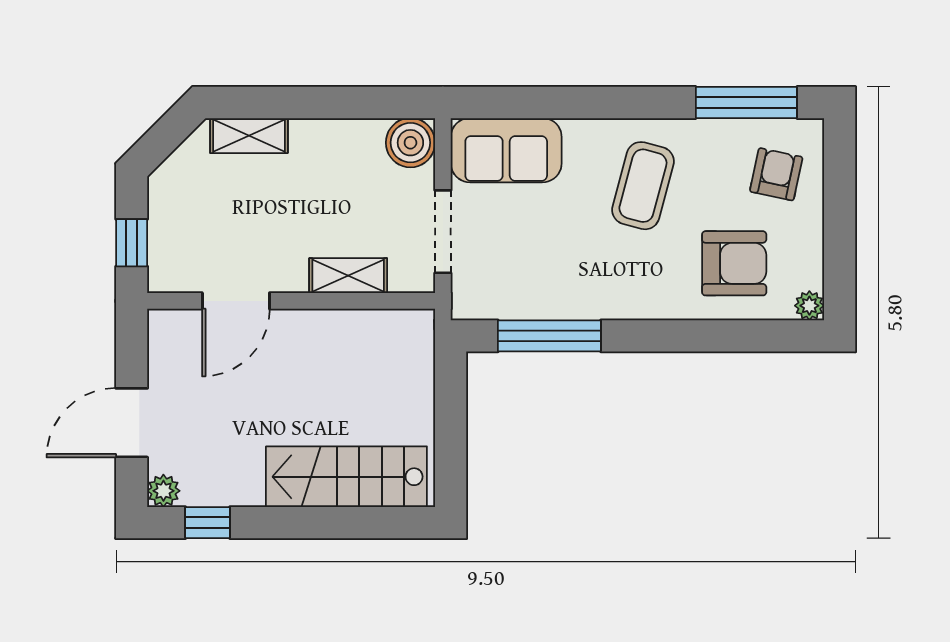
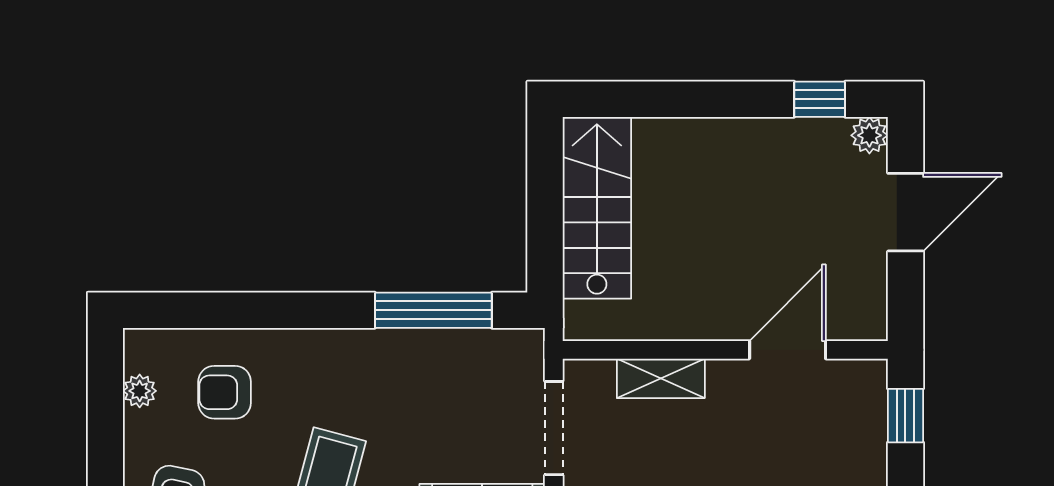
armchair: (734, 263) -> (225, 392), width x0.72, depth x0.72
plant: (809, 306) -> (140, 391), moved
stairs: (346, 477) -> (597, 208), moved, turned -90

